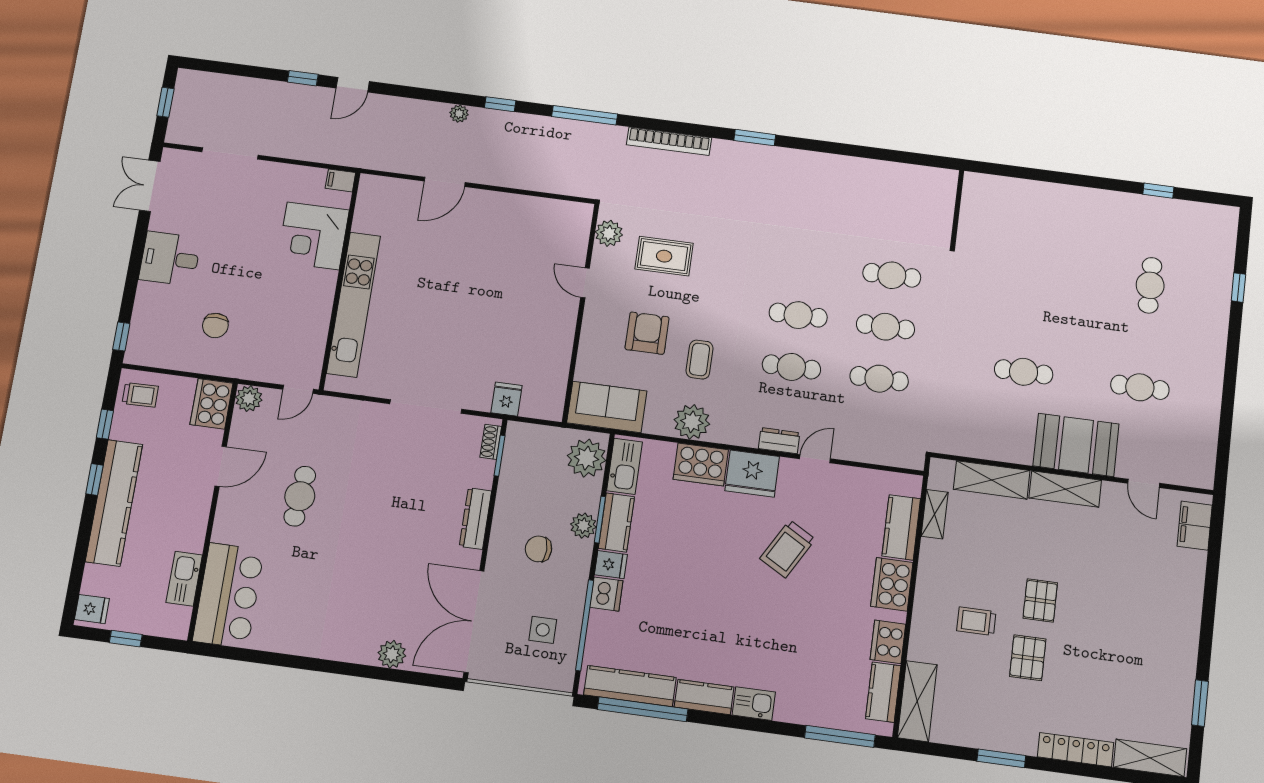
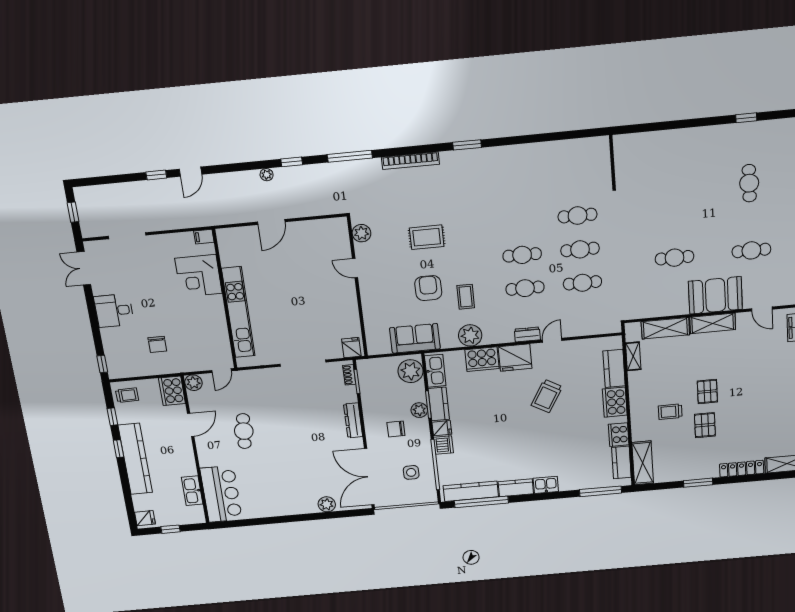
plant: (609, 233) -> (361, 233), moved
door: (585, 283) -> (355, 268), moved
wall: (581, 312) -> (357, 287), moved

